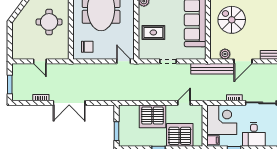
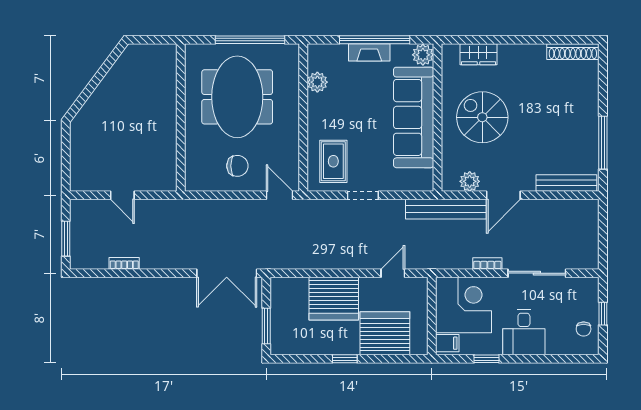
round table: (49, 22) -> (140, 121), removed
rug: (153, 32) -> (333, 161), moved, turned 90
chair: (87, 47) -> (237, 166), moved
double door: (69, 103) -> (227, 273), moved

